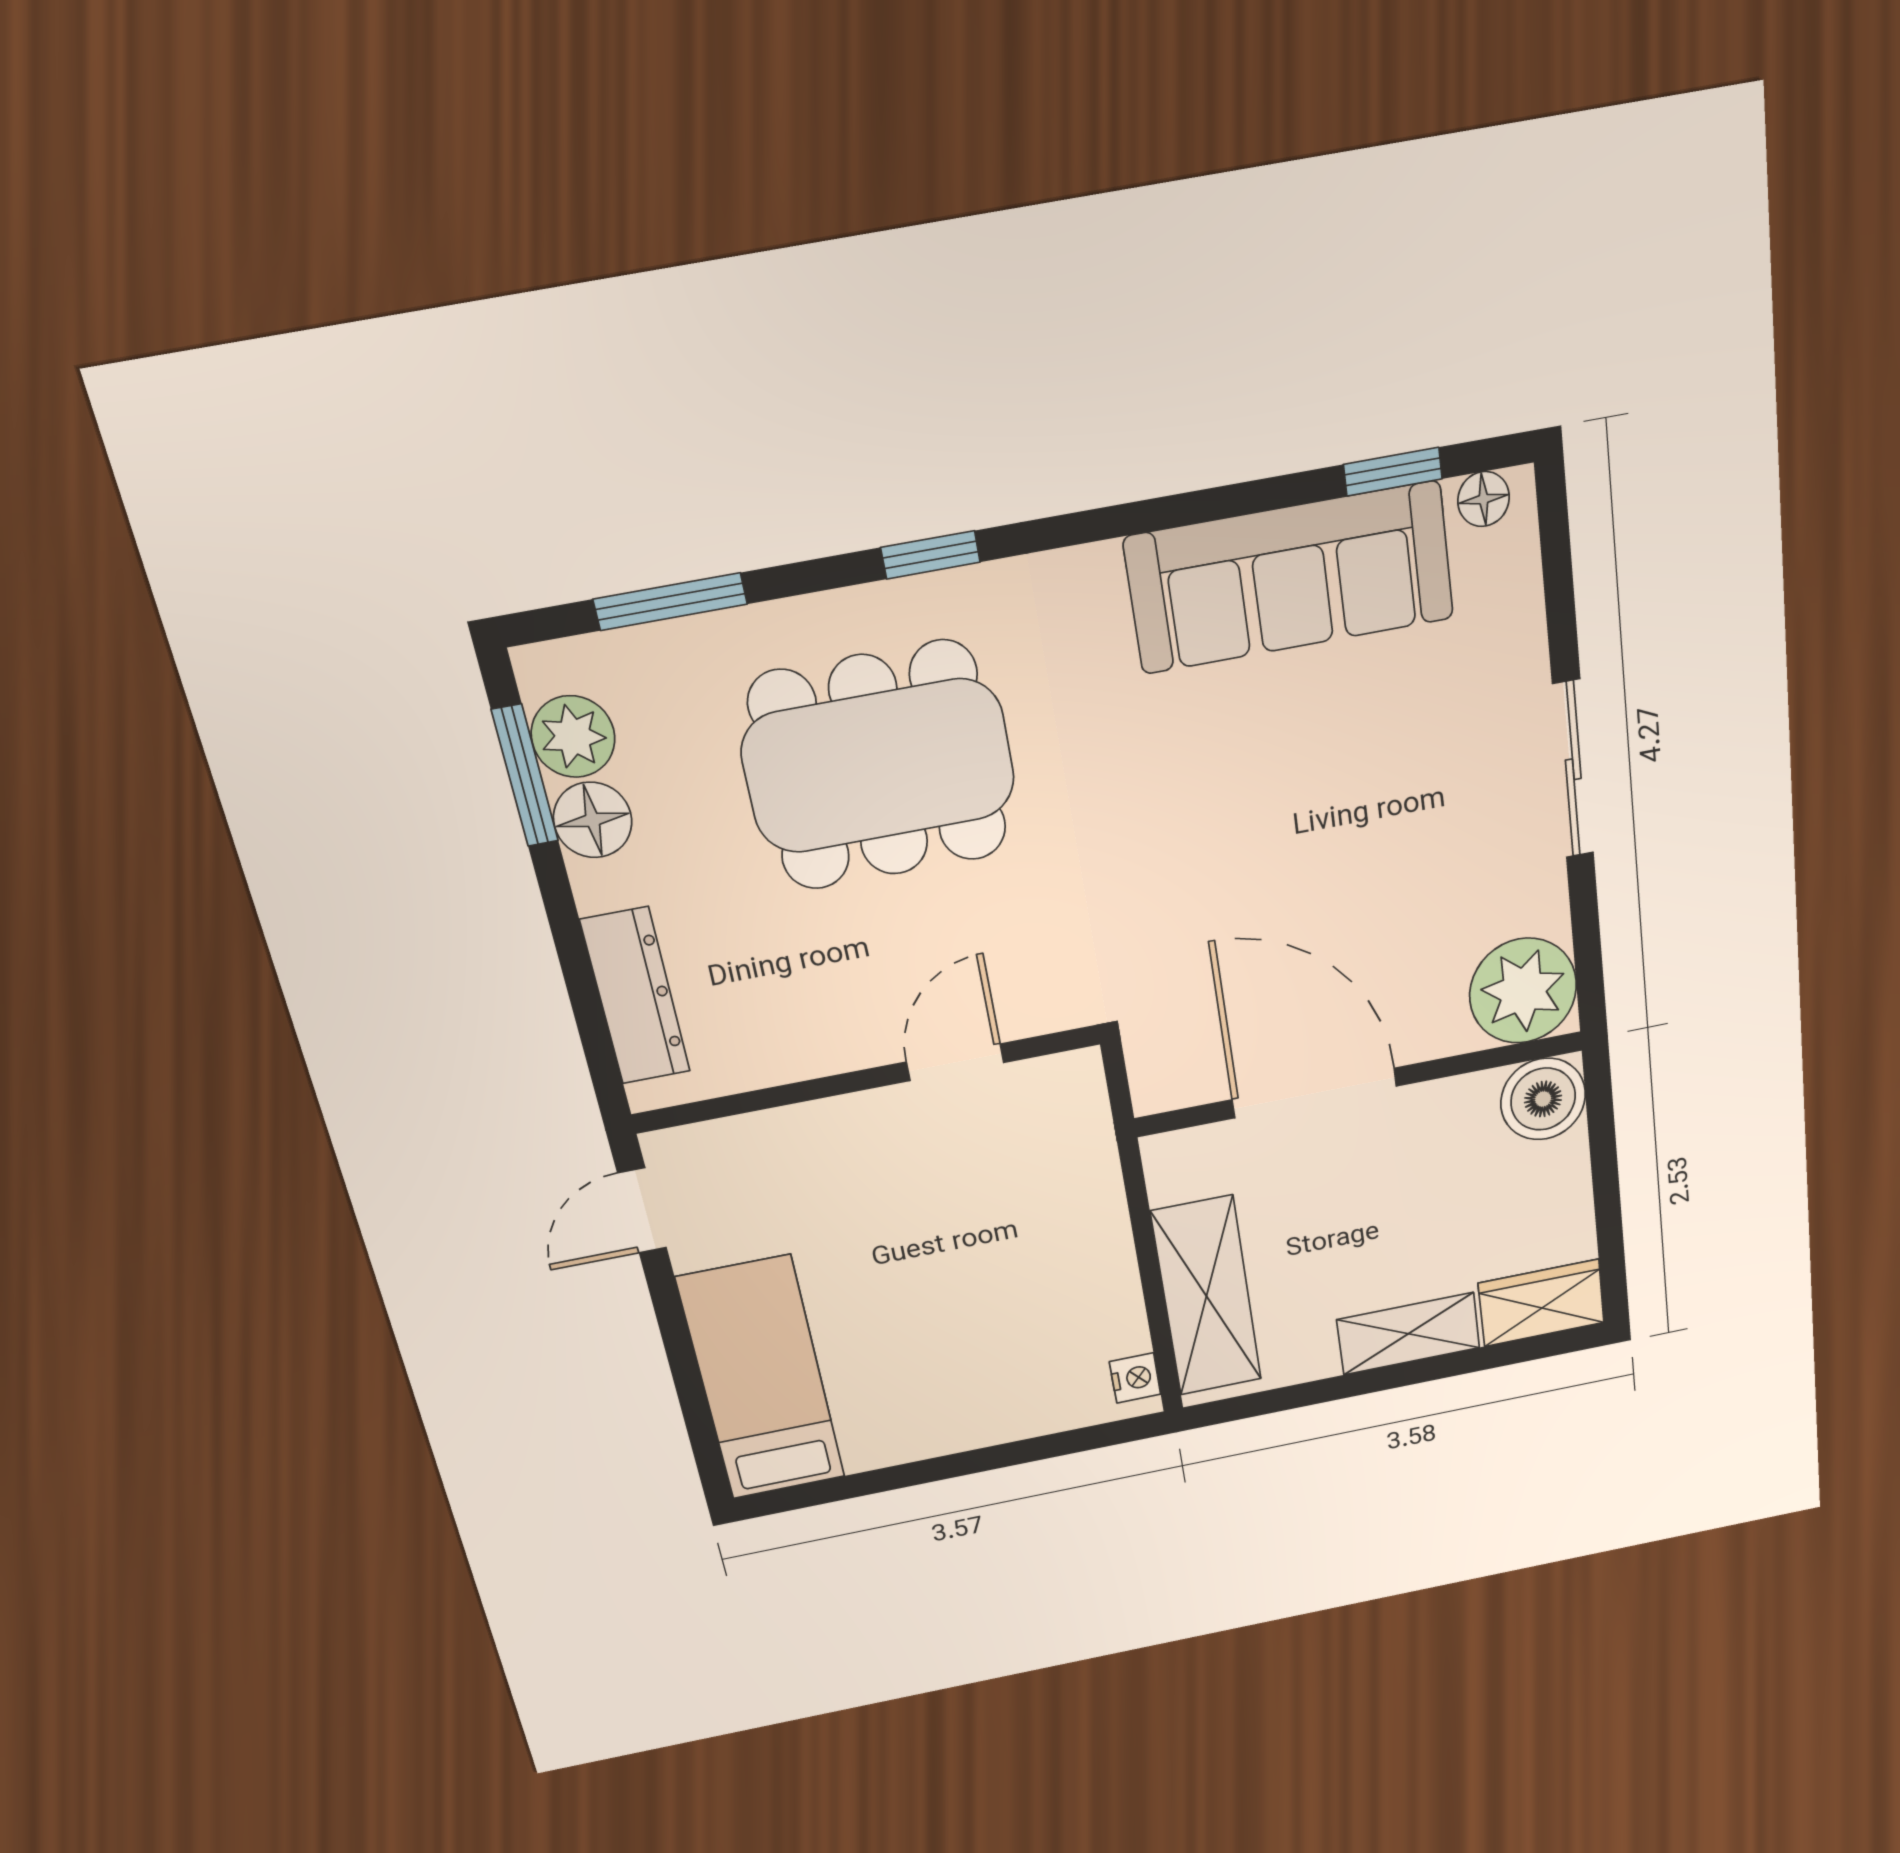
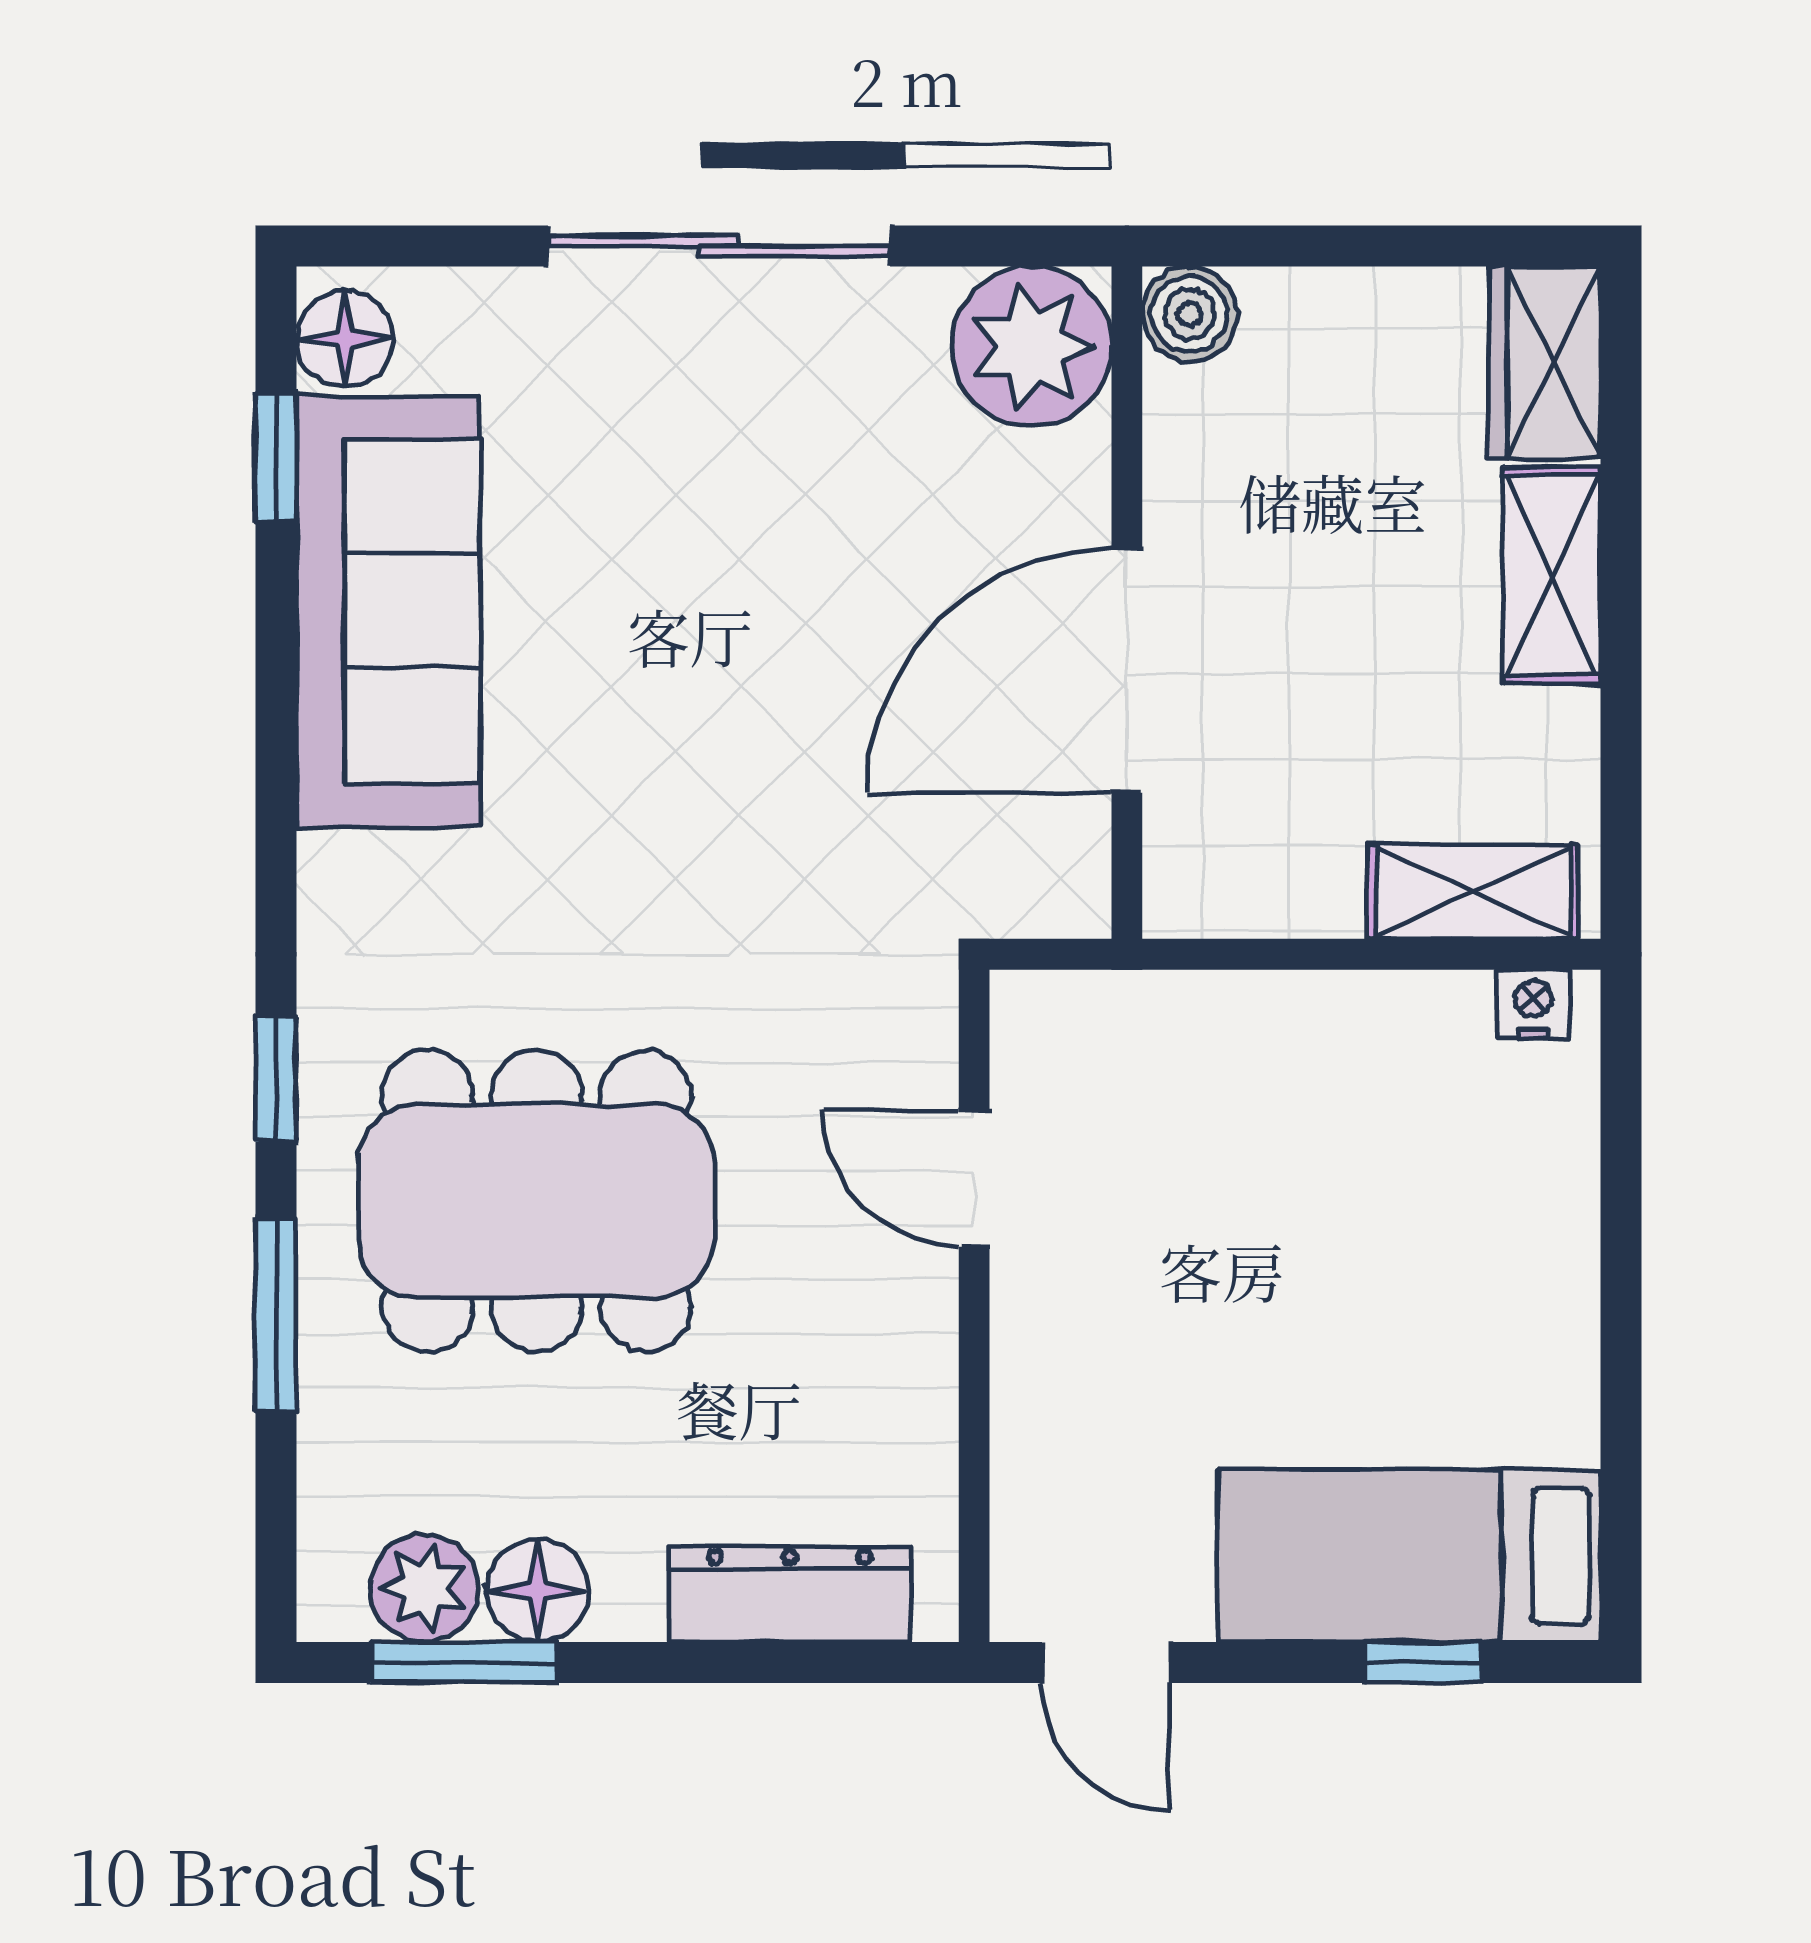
floor lamp: (1484, 499) -> (345, 339), width x1.37, depth x1.37
window: (670, 602) -> (276, 1315), moved
dining table: (879, 766) -> (536, 1201), turned 90
sliding door: (1573, 769) -> (719, 246), width x1.37
boiler: (1543, 1099) -> (1190, 314), width x0.73, depth x0.73
shelving: (1206, 1296) -> (1473, 892), width x0.67, depth x0.75
window: (693, 1401) -> (1423, 1662), added

